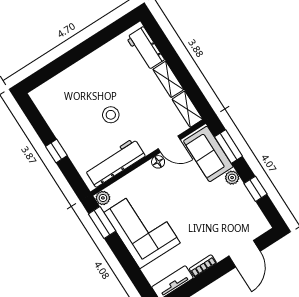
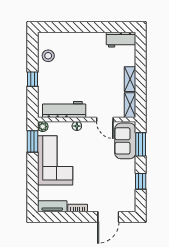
workbench: (145, 48) -> (121, 40), moved, turned -90
stool: (111, 115) -> (48, 56), moved
floor lamp: (158, 162) -> (77, 126), moved
plant: (232, 178) -> (131, 165), removed

